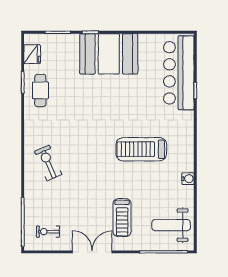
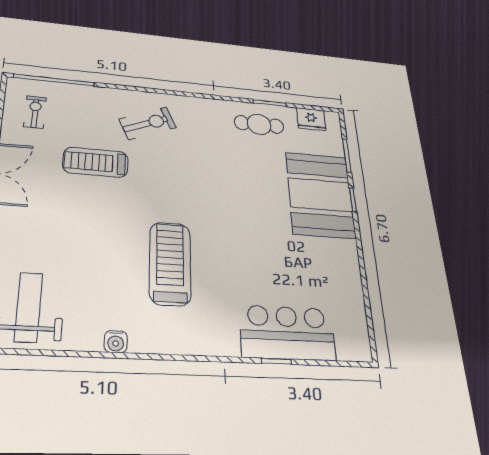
booth: (109, 54) -> (320, 195), moved
bar counter: (179, 73) -> (288, 333), width x0.73
treadmill: (122, 218) -> (96, 162), moved

